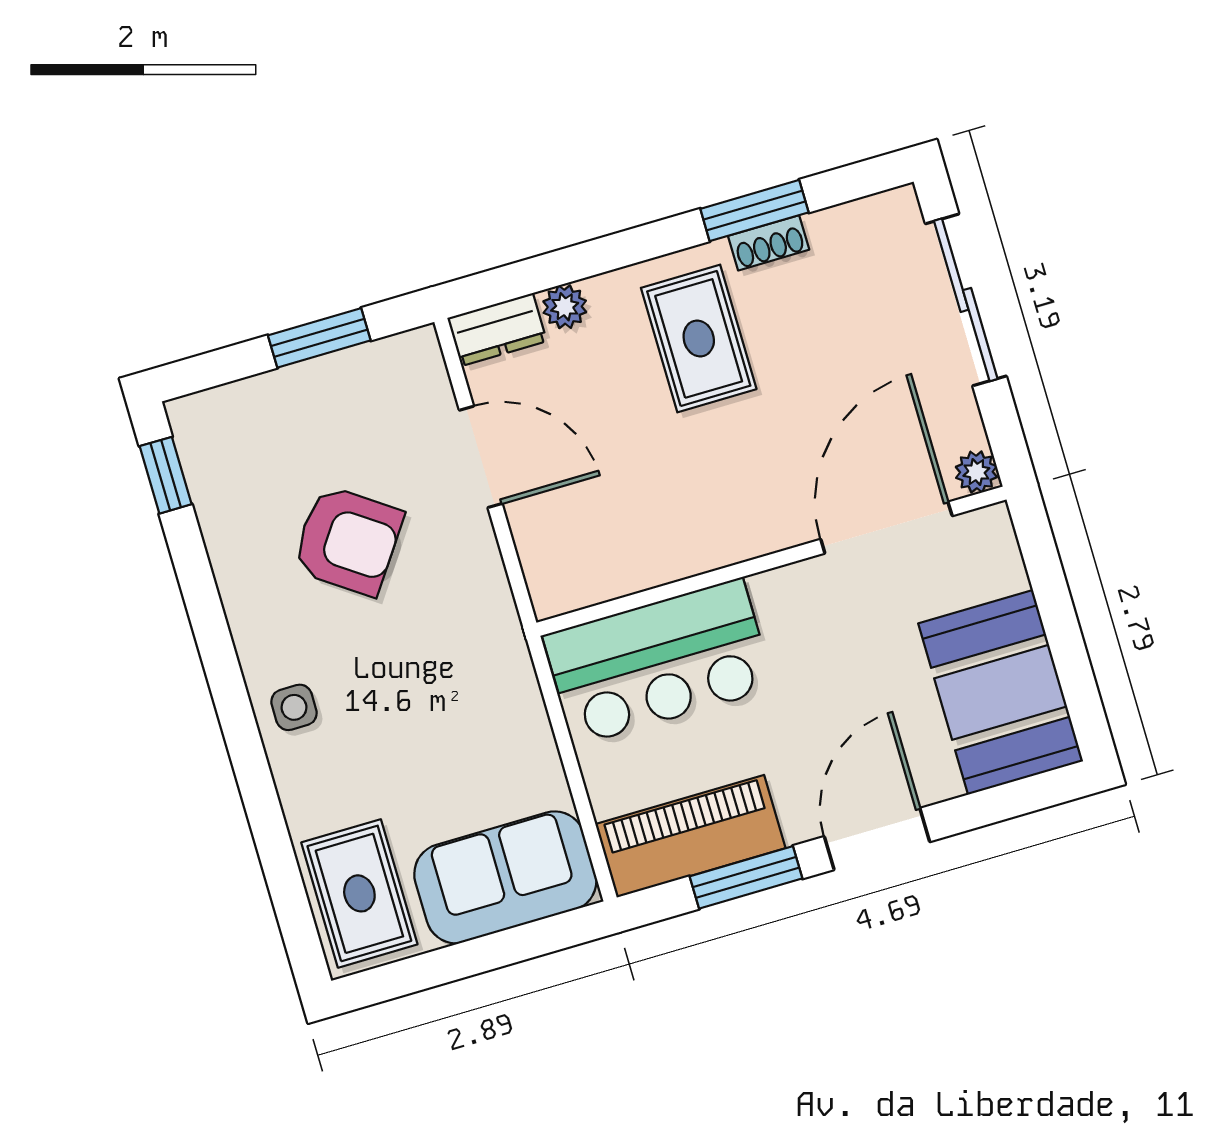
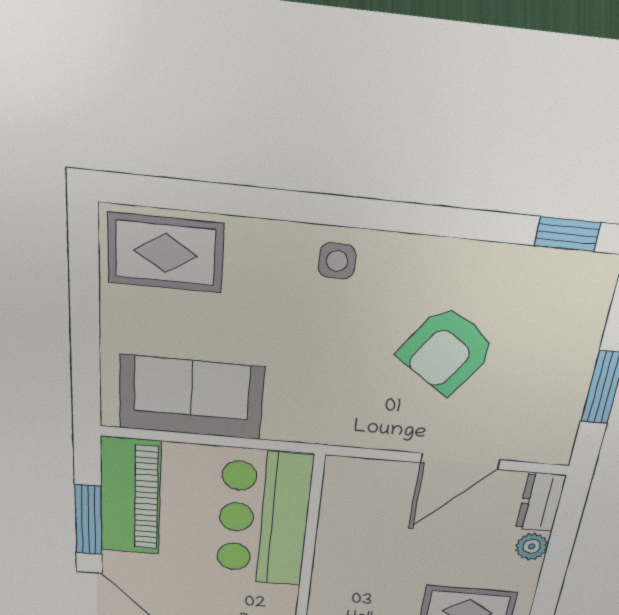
sofa: (505, 877) -> (191, 398), moved, turned -90

